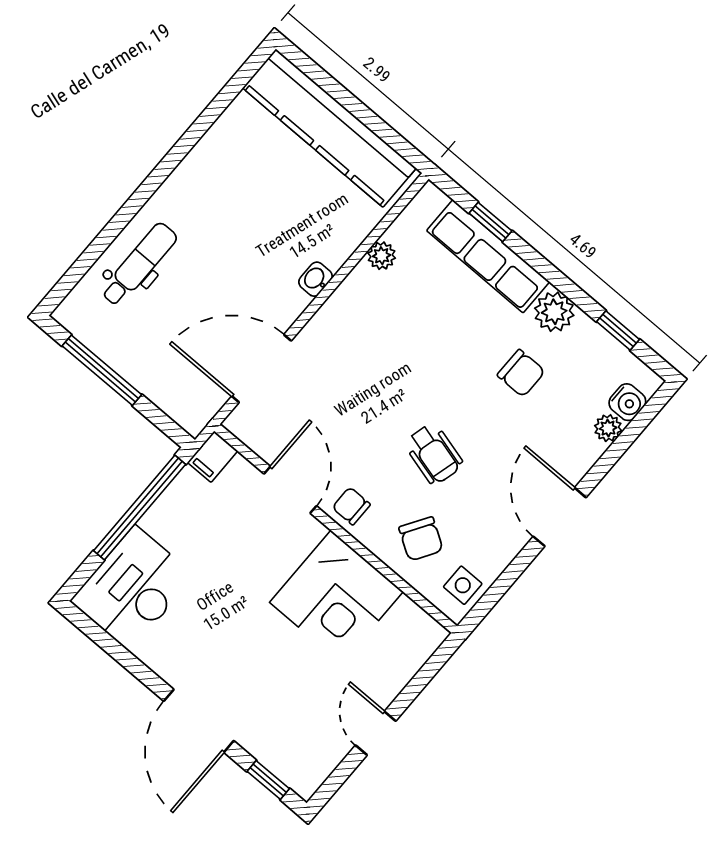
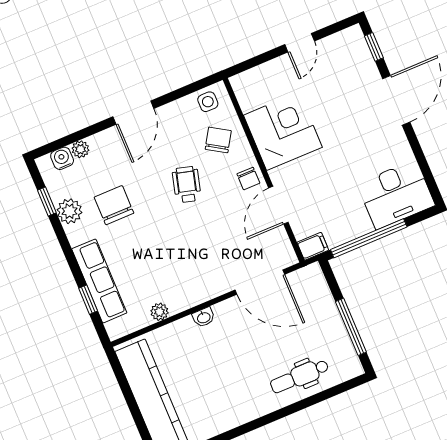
plant: (554, 312) -> (70, 211), moved
chair: (521, 373) -> (114, 205), width x1.37, depth x1.37

